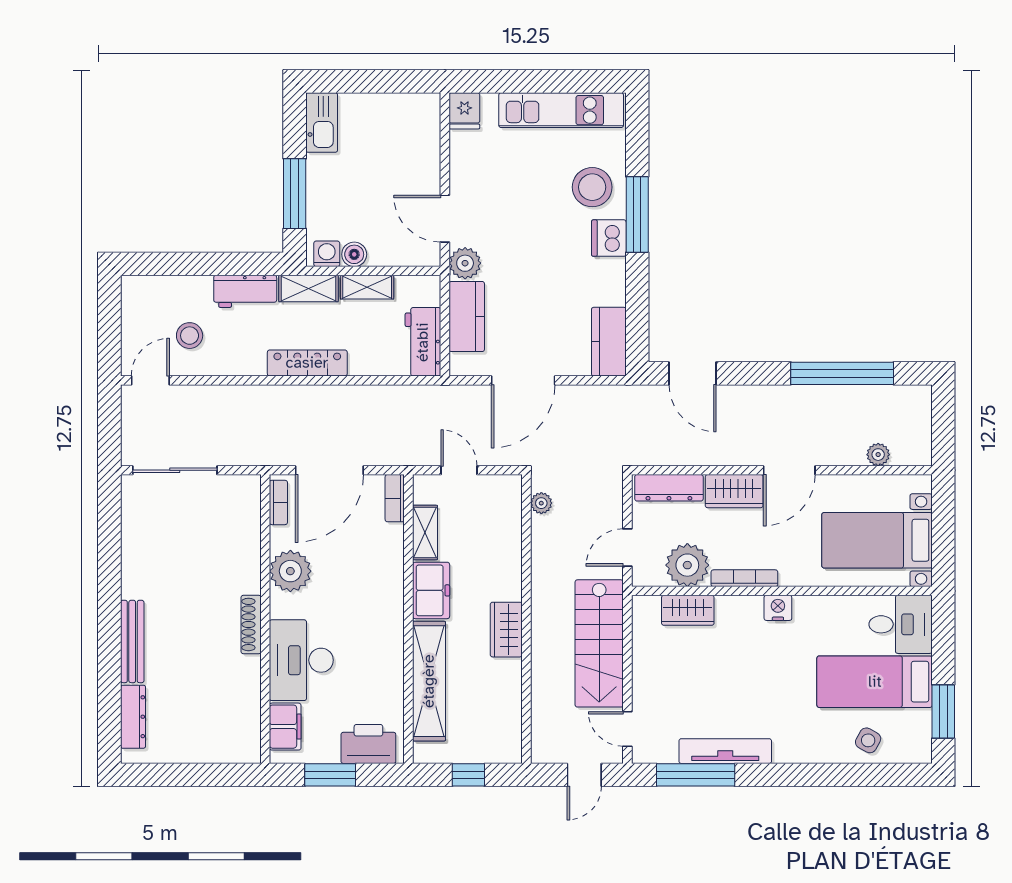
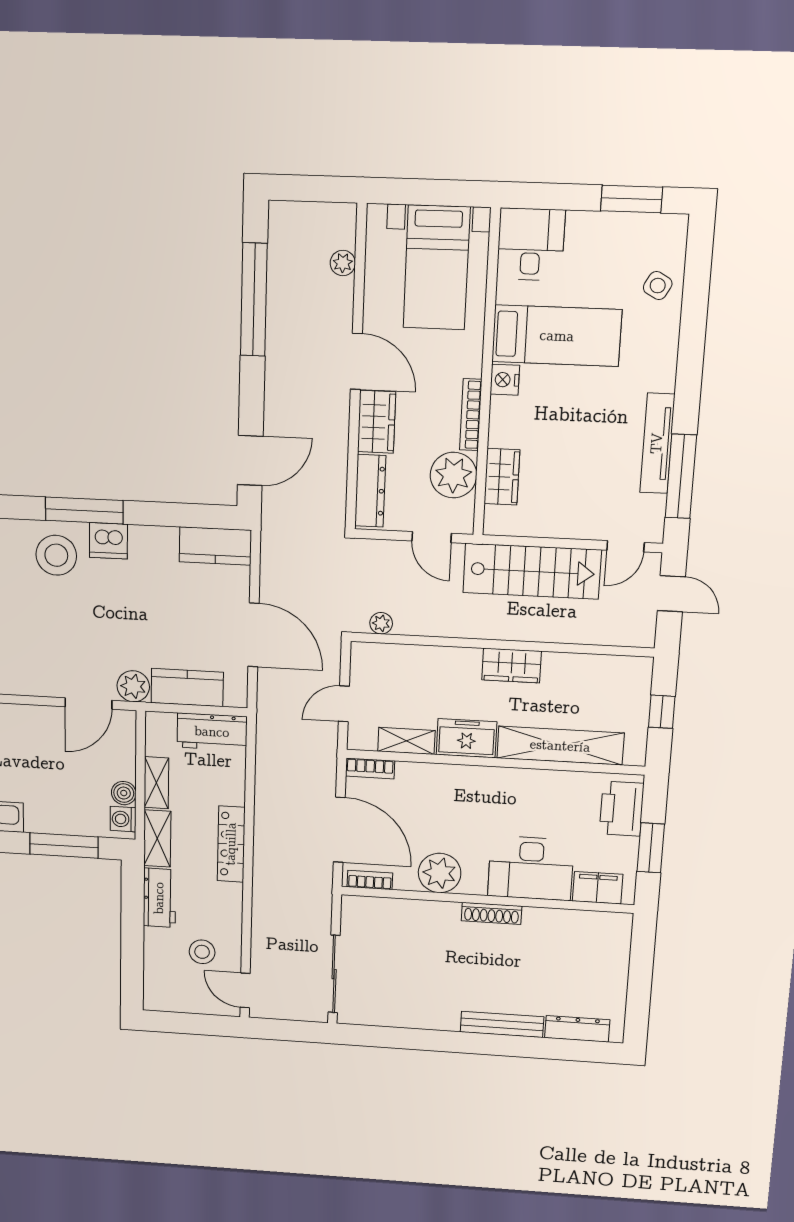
bed: (875, 682) -> (557, 336), moved, turned -90

